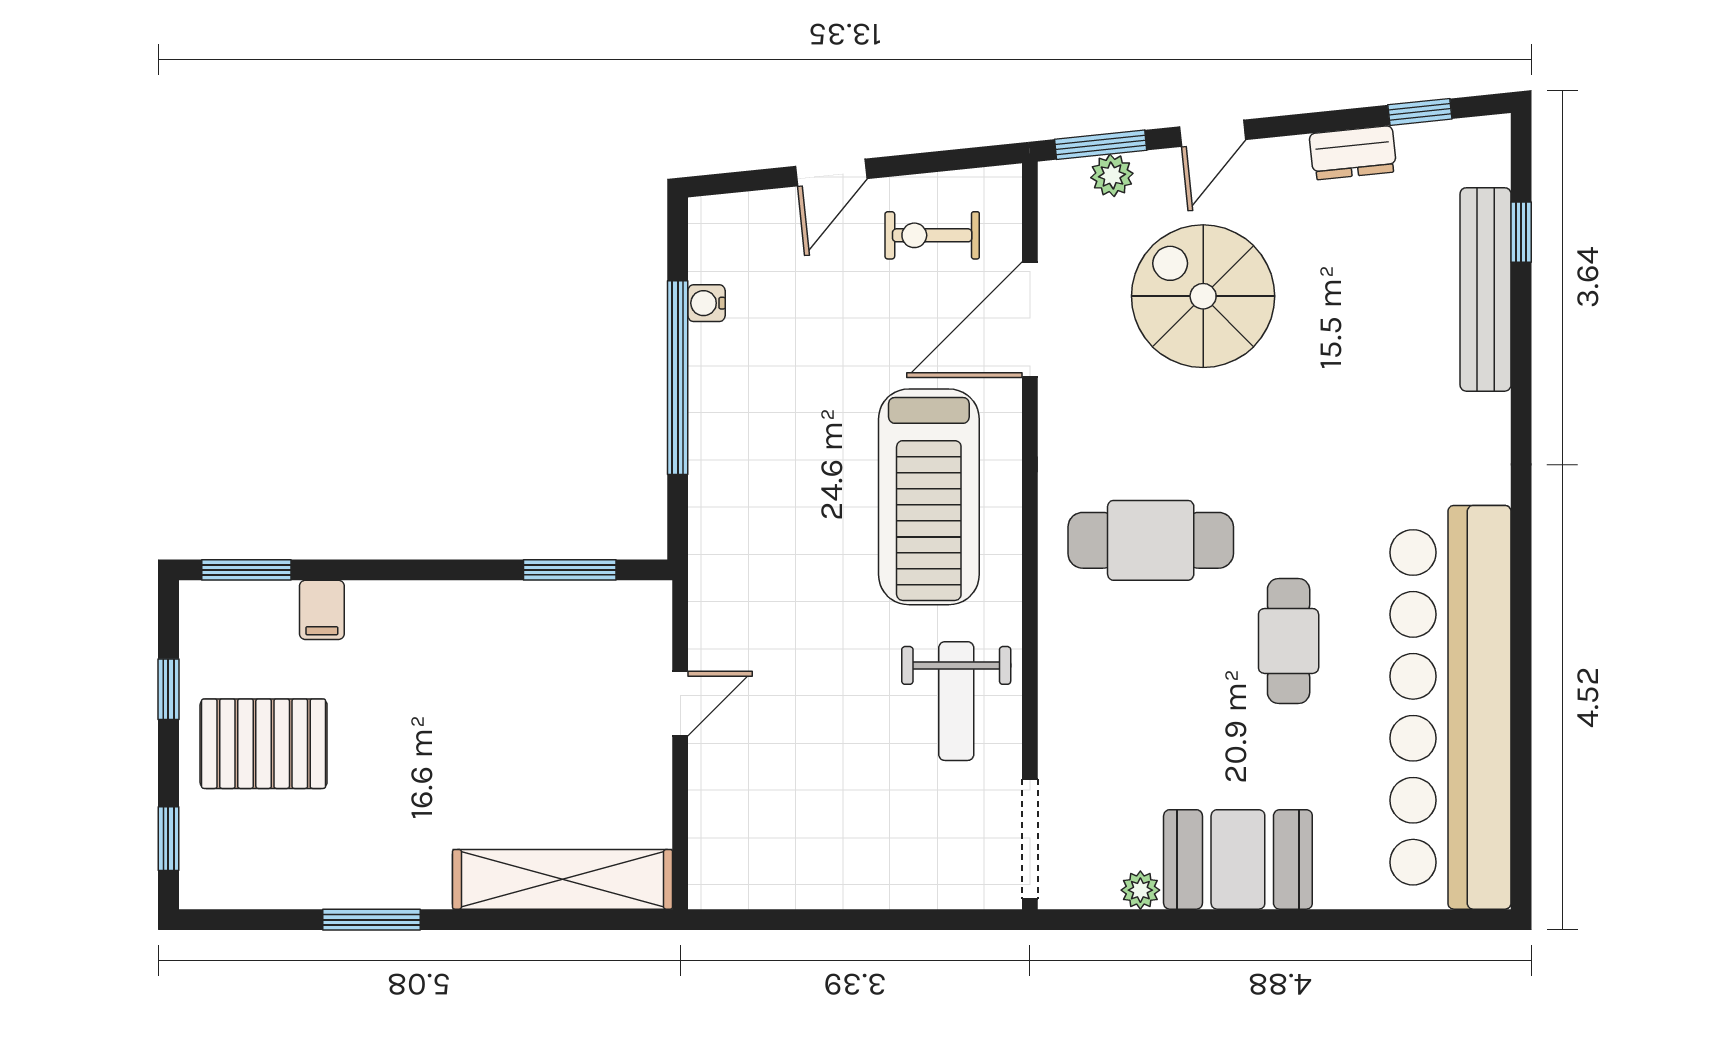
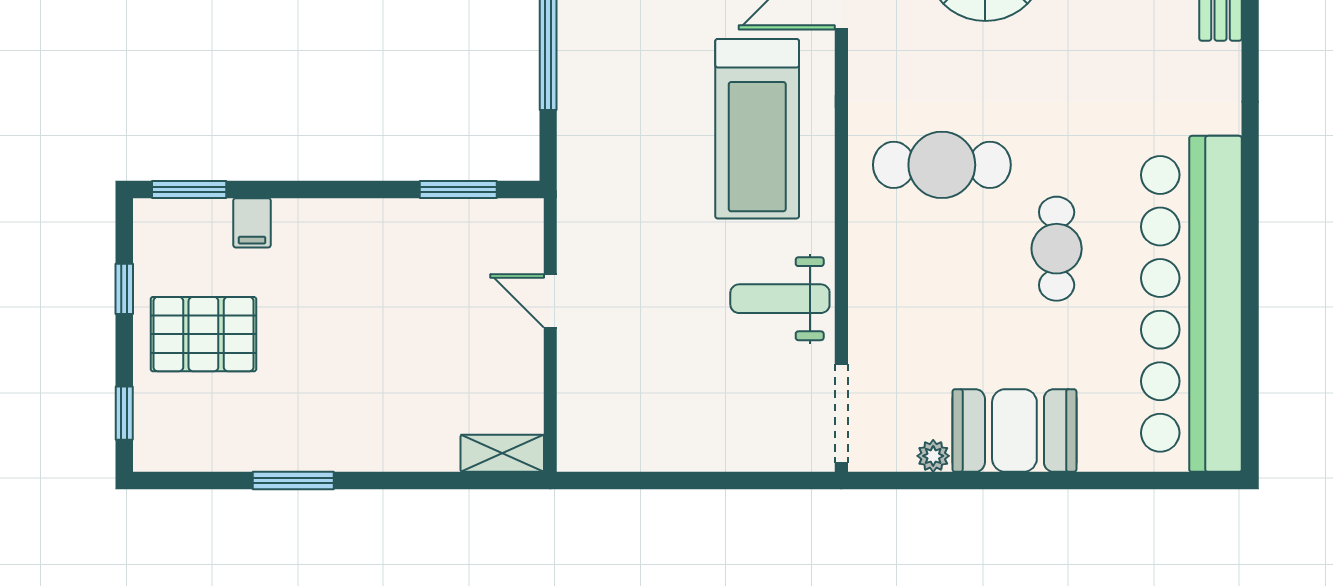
weight bench: (956, 701) -> (780, 299), turned 90
door: (680, 704) -> (550, 301), swing flipped
shelving: (563, 879) -> (502, 453), width x0.45, depth x0.75

